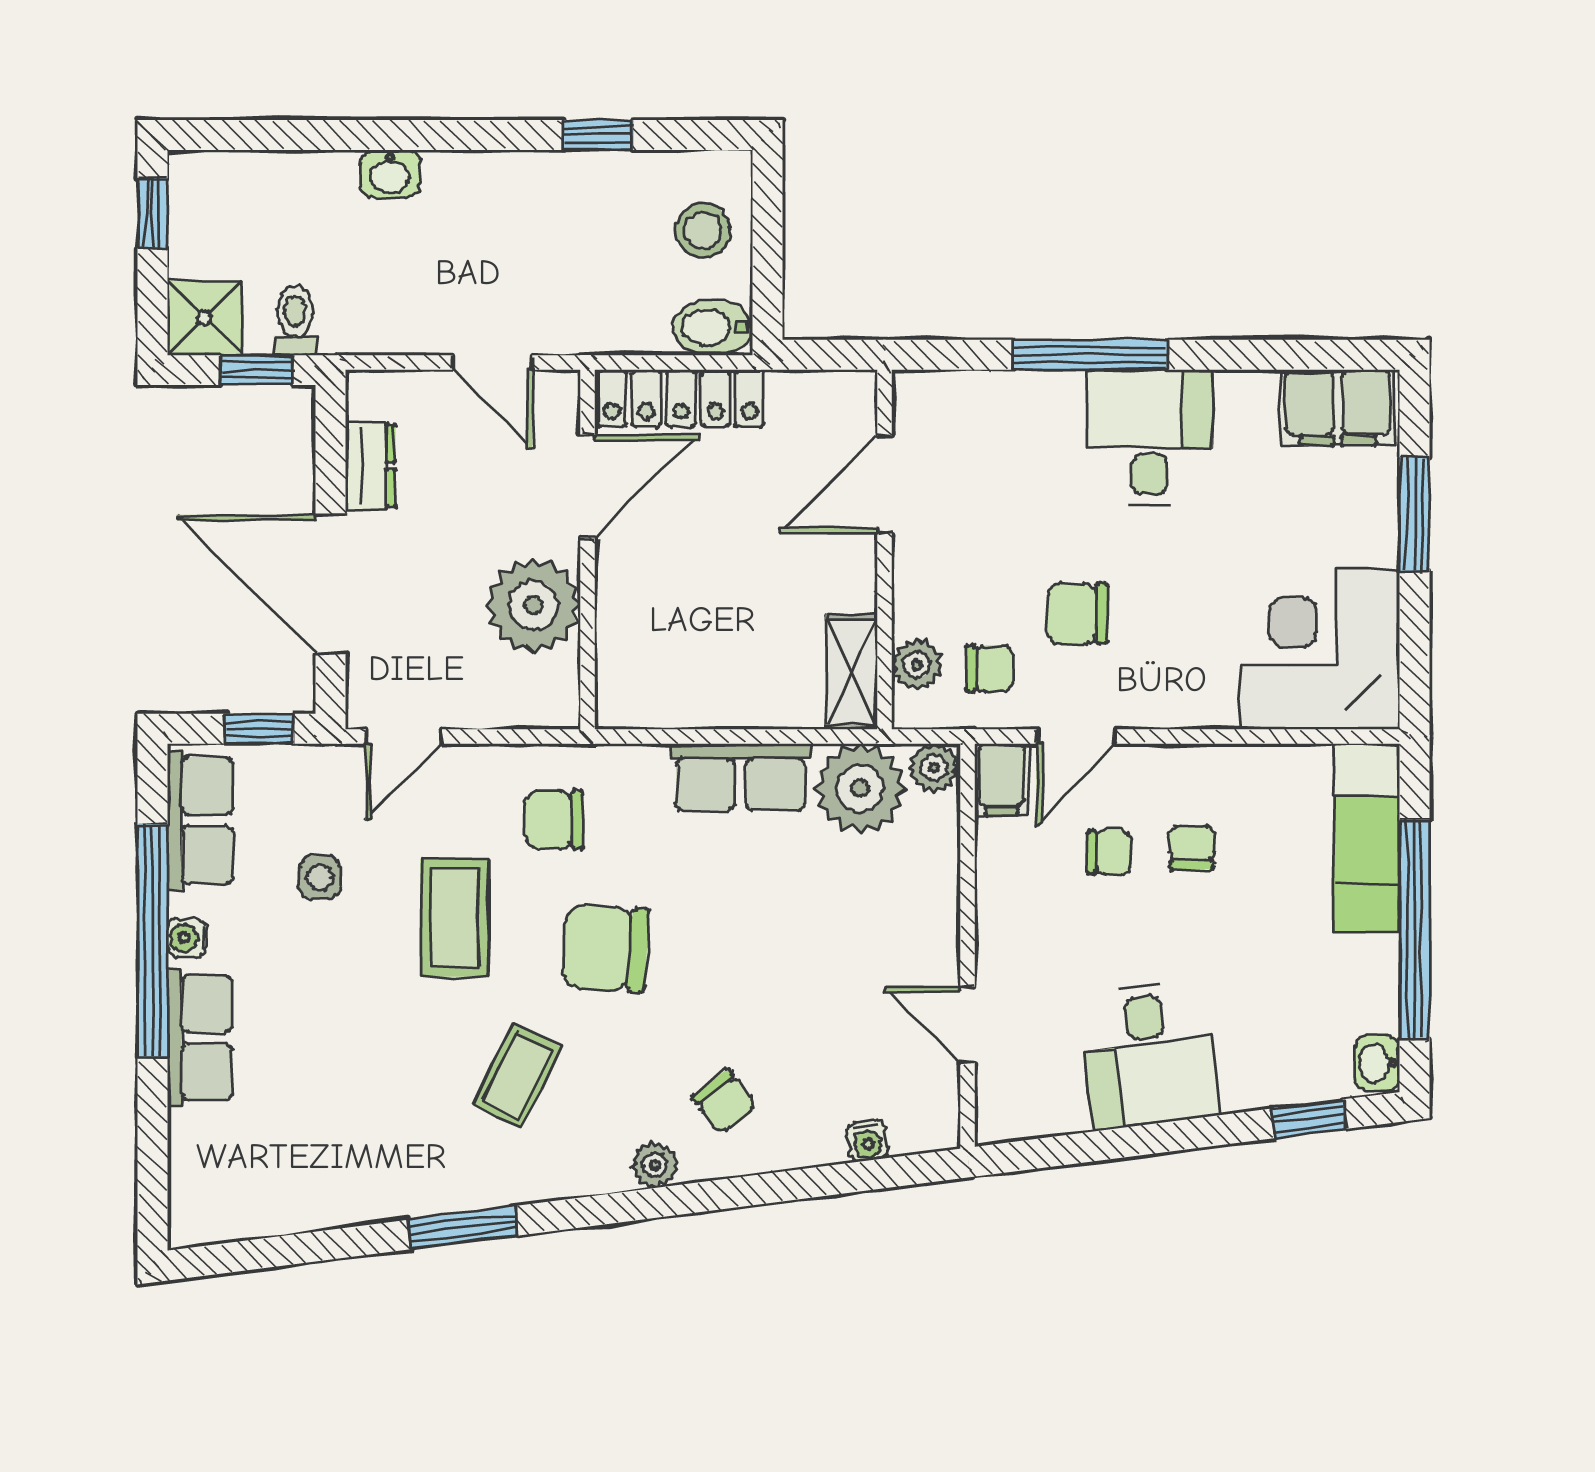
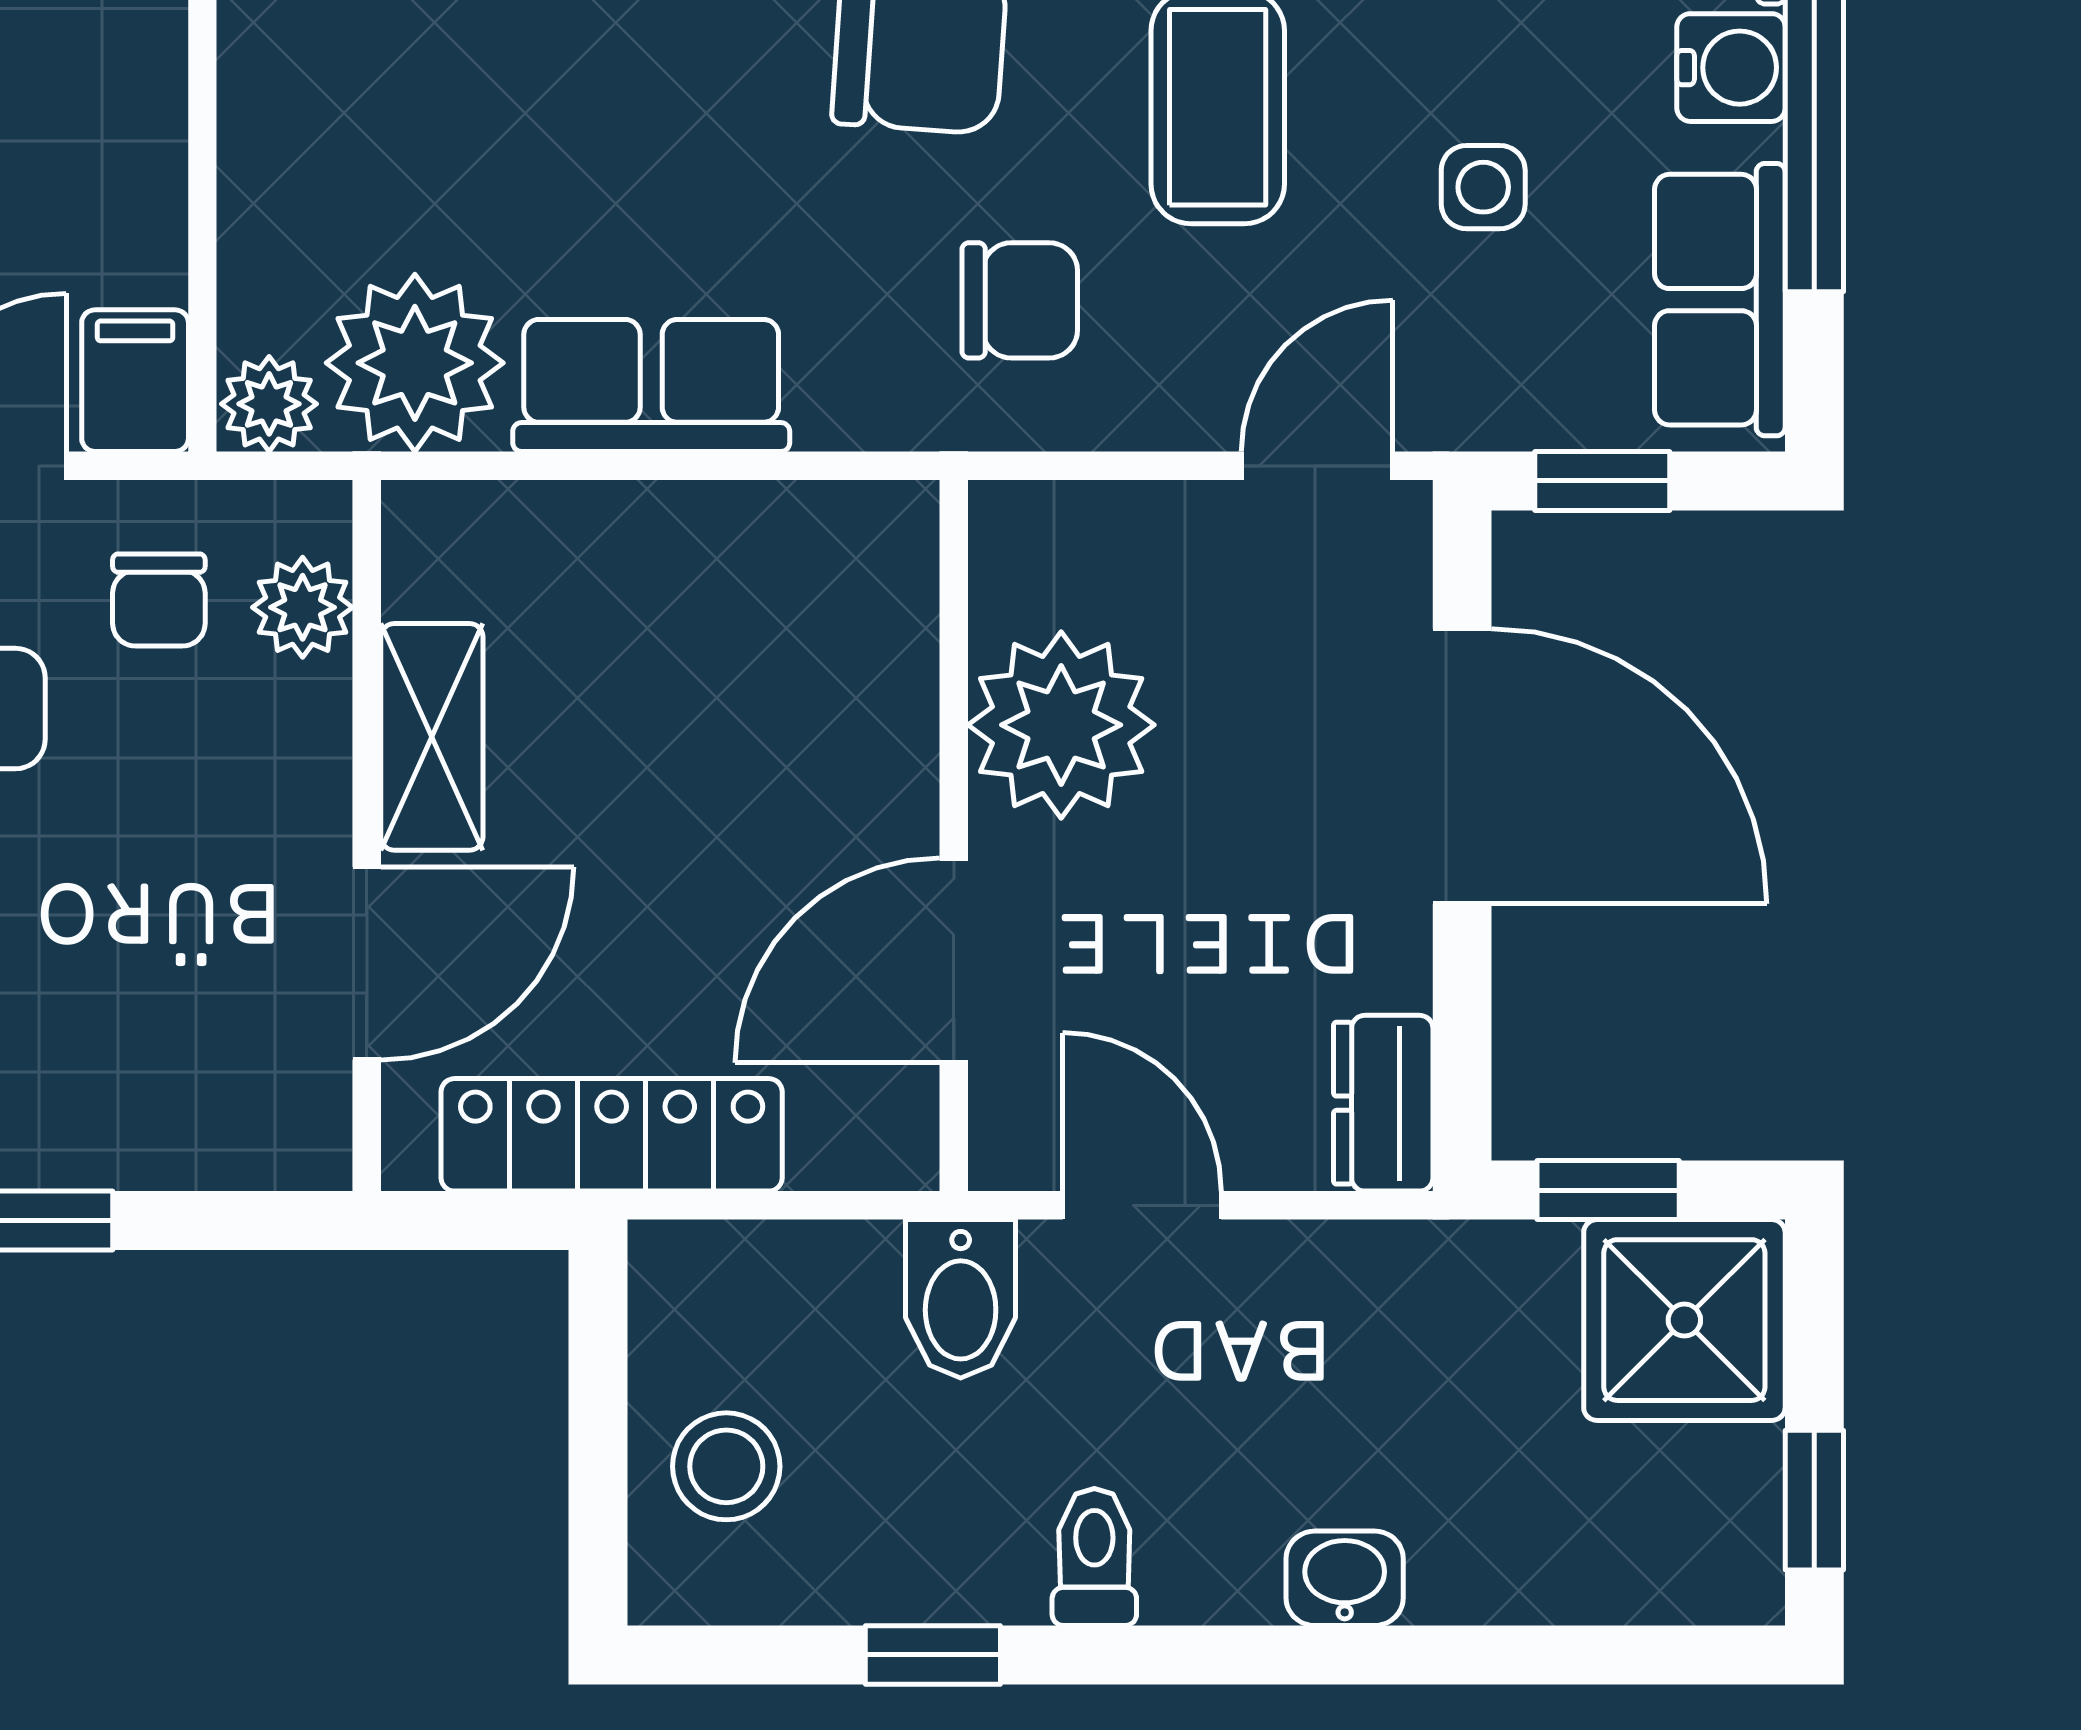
shower: (205, 318) -> (1684, 1320), width x1.36, depth x1.36
toilet: (295, 321) -> (1094, 1557), moved, turned 180
bidet: (712, 328) -> (961, 1299), moved, turned 90
locker: (681, 398) -> (612, 1135), moved
dresser: (370, 466) -> (1383, 1103), moved
chair: (990, 668) -> (159, 600), turned -90
shelving: (851, 672) -> (432, 737), moved
water cooler: (187, 938) -> (1731, 68), width x1.38, depth x1.38

